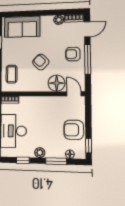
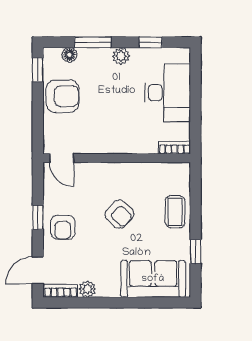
armchair: (73, 54) -> (63, 227), turned 90
window: (88, 59) -> (38, 218), width x0.46
coffee table: (12, 74) -> (175, 212), moved
floor lamp: (57, 83) -> (92, 177), removed

